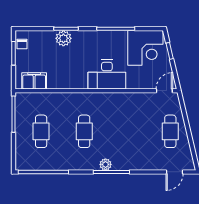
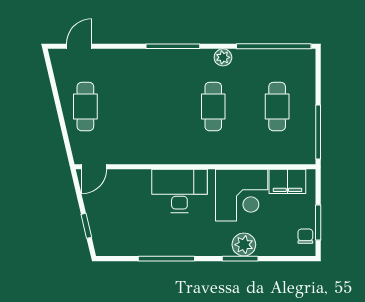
corner desk: (145, 48) -> (242, 195), moved, turned 180
plant: (105, 164) -> (223, 57), moved

